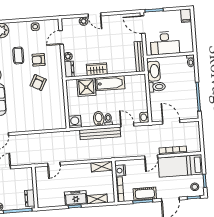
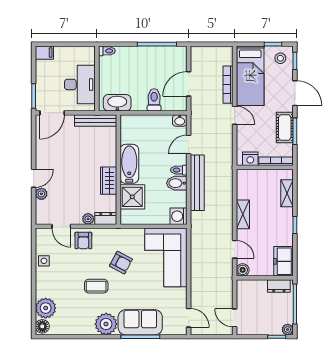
coffee table: (18, 56) -> (96, 286), moved
armchair: (38, 60) -> (83, 240), moved
toilet: (157, 87) -> (154, 100), moved
corner sofa: (44, 115) -> (166, 257), added
shelving: (102, 167) -> (243, 214), moved
boiler: (39, 171) -> (243, 270), added
freezer: (76, 198) -> (283, 261), moved

